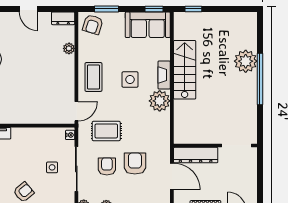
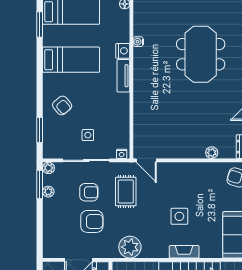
coffee table: (93, 77) -> (182, 178), removed
plant: (160, 101) -> (130, 247), moved

